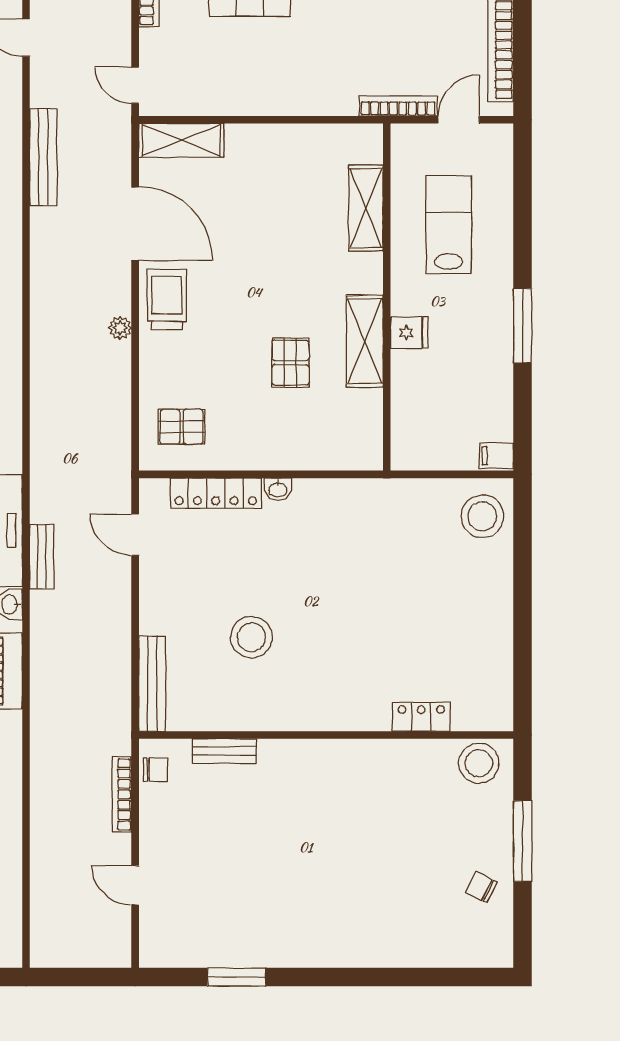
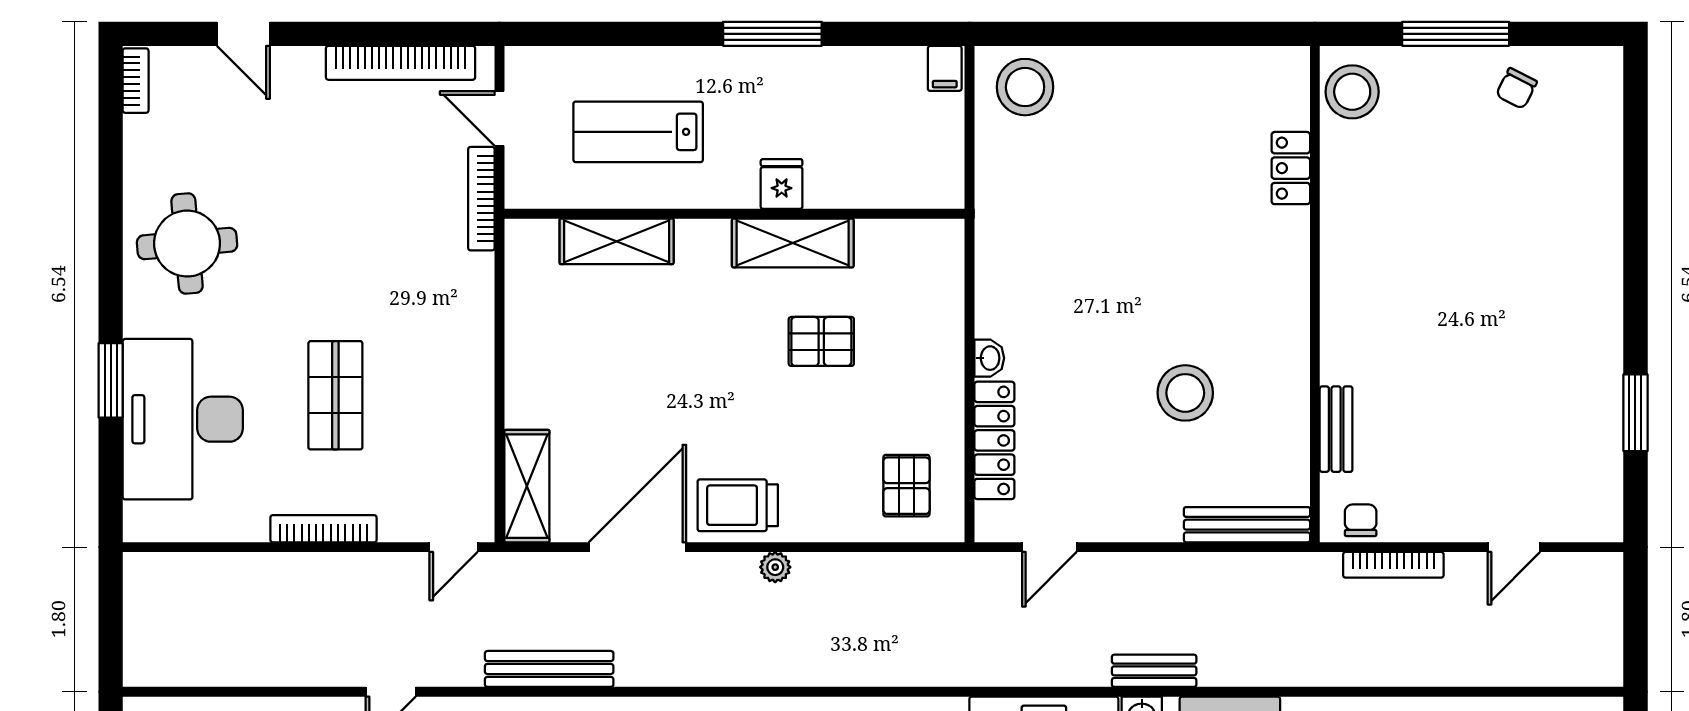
bench: (42, 557) -> (1154, 671), moved

